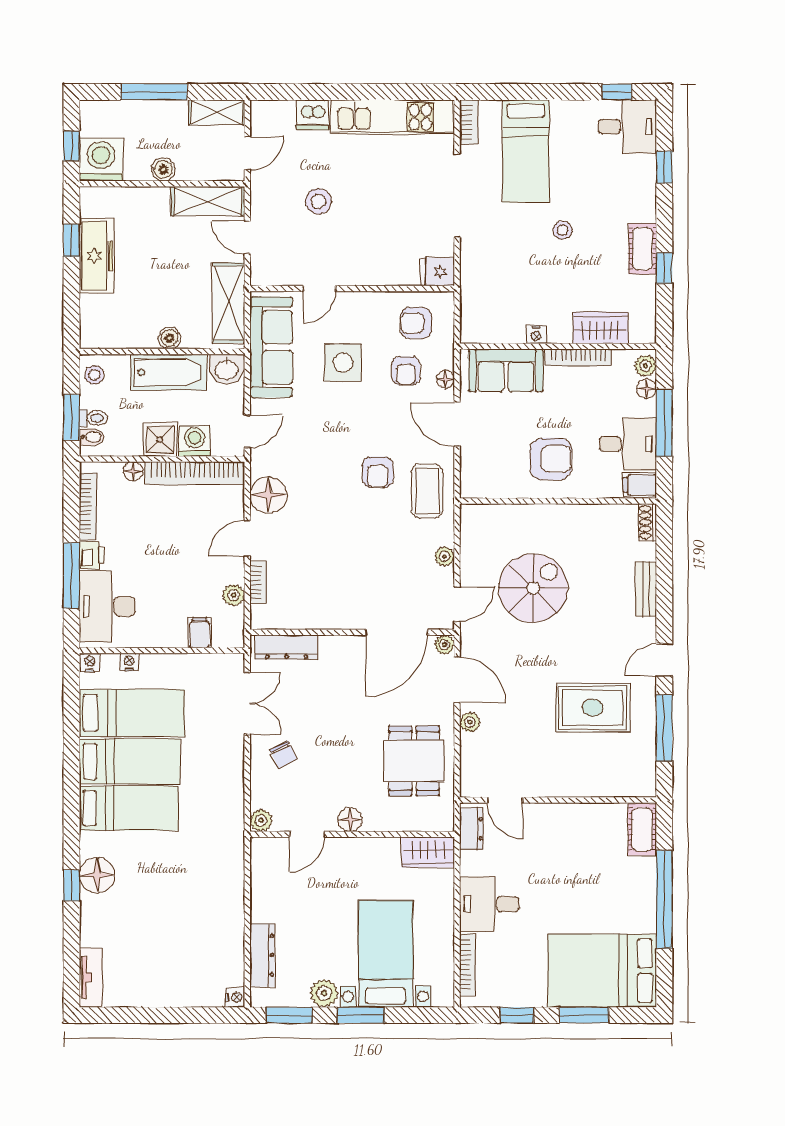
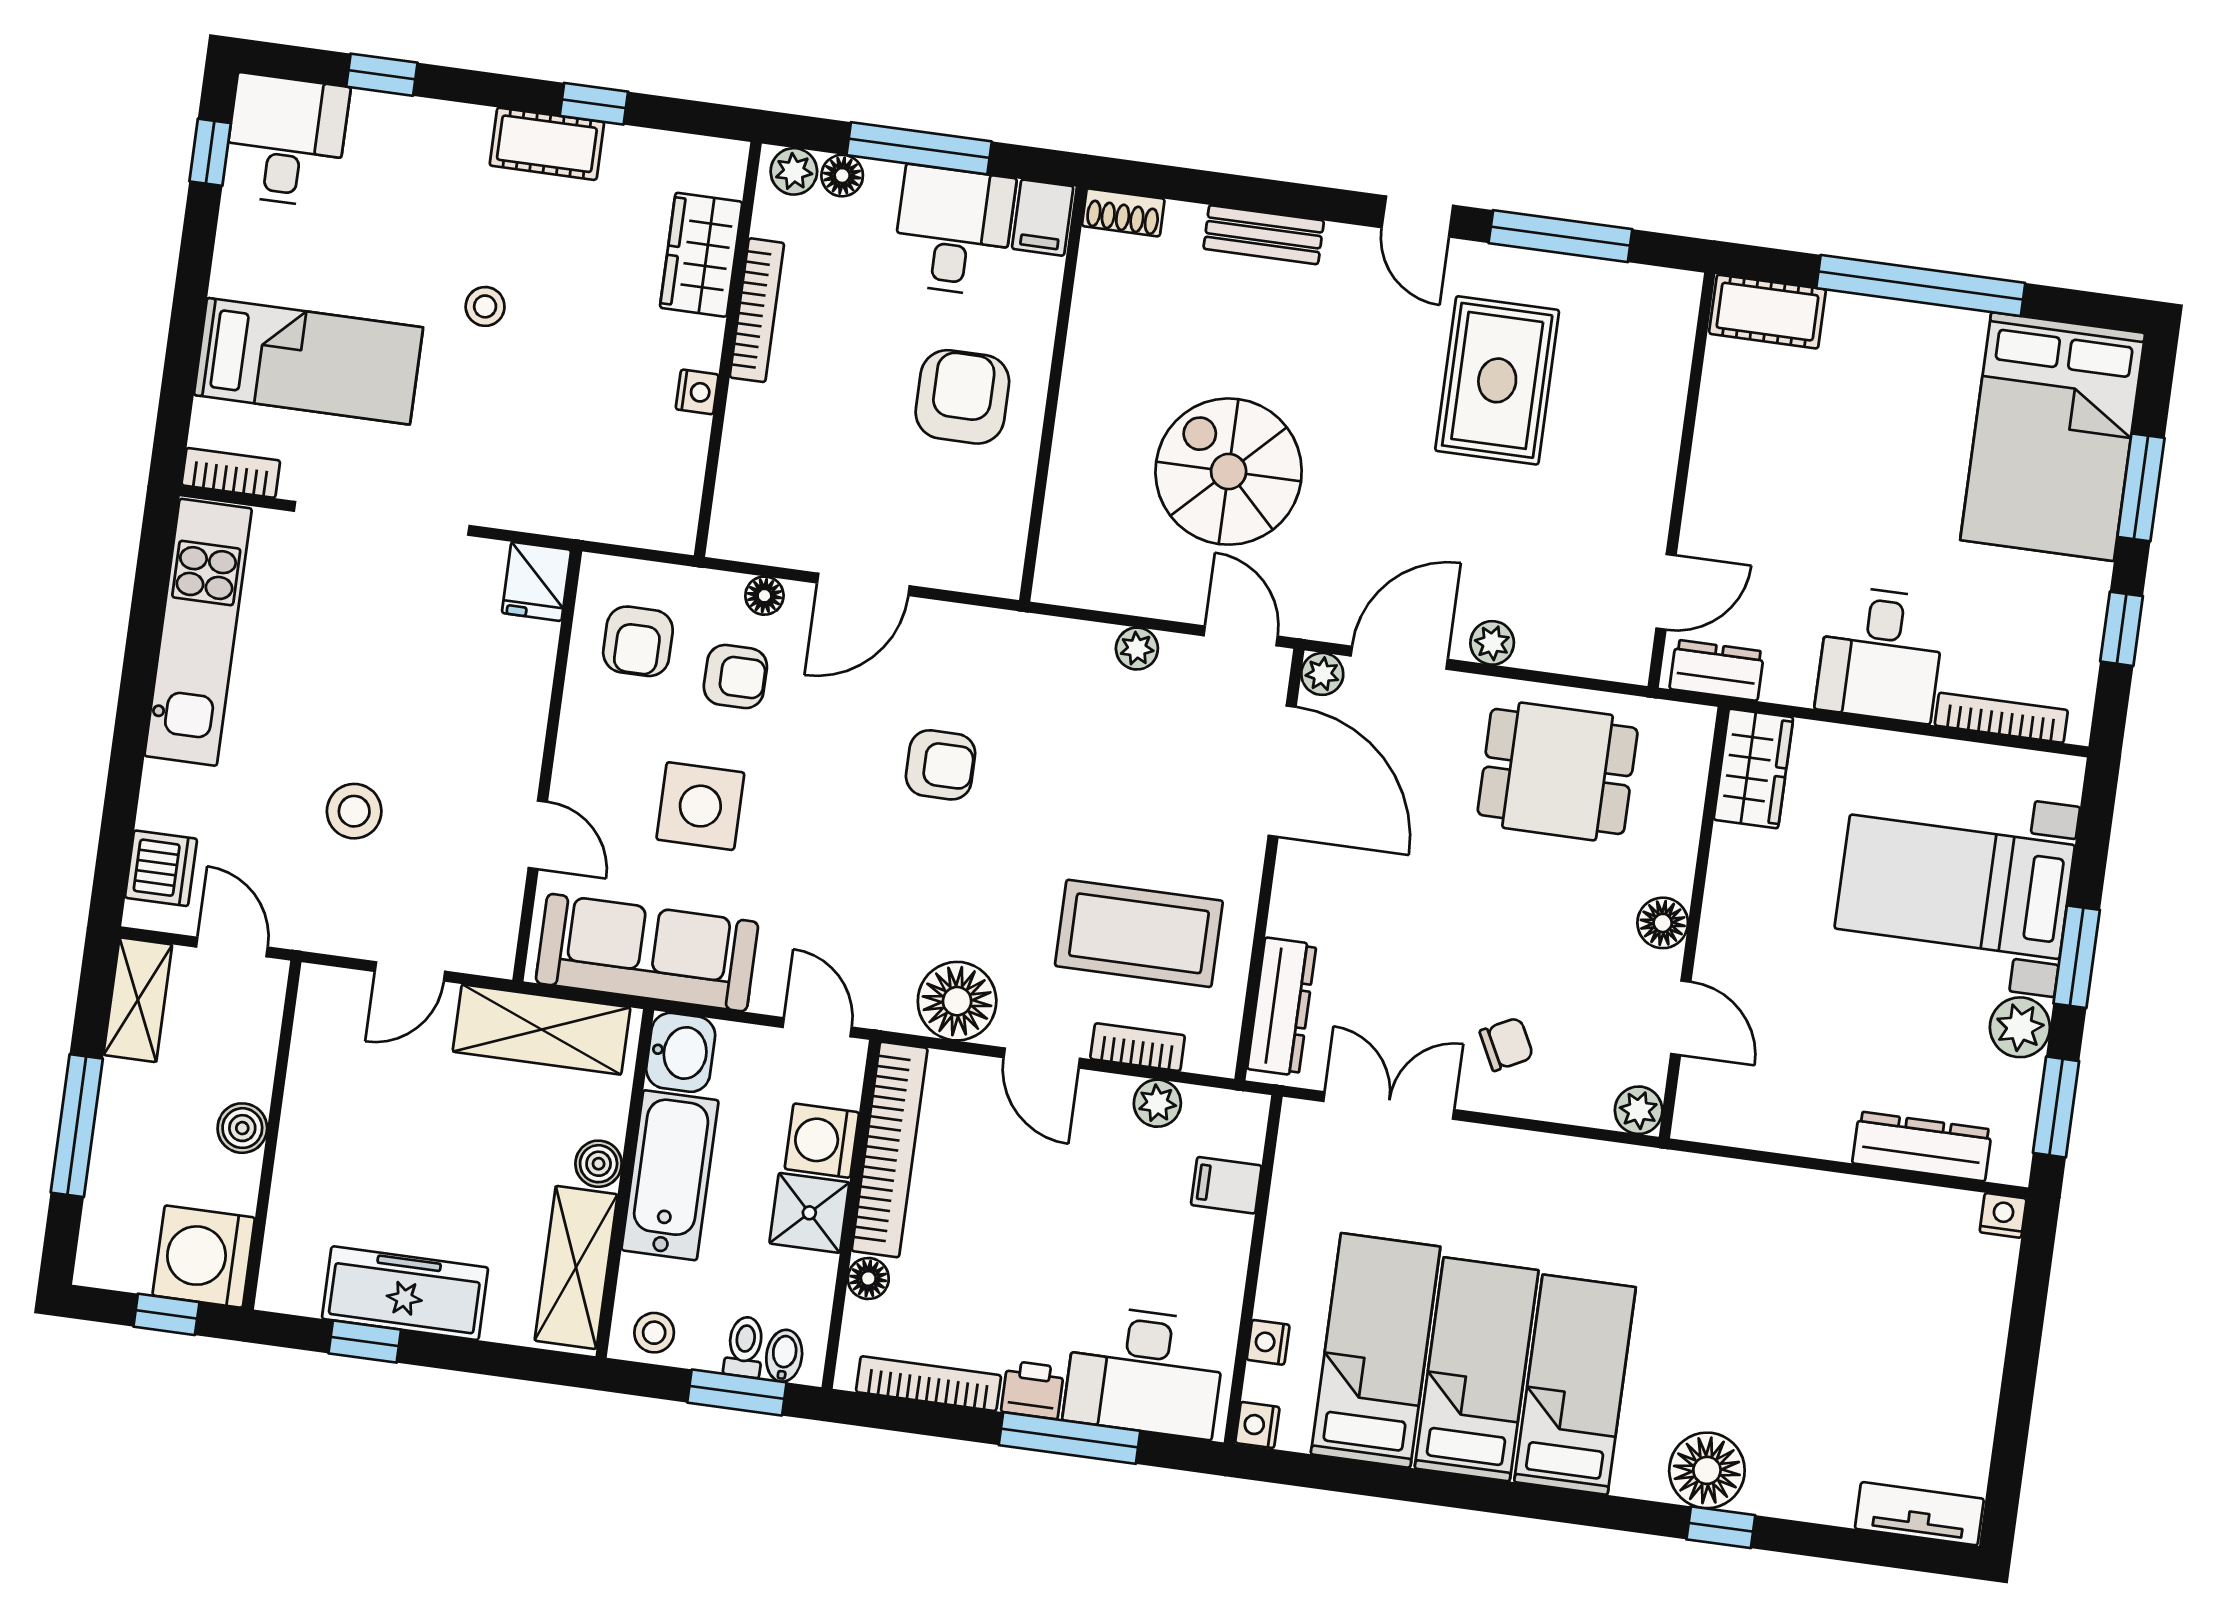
dishwasher: (313, 115) -> (161, 868), moved
shelving: (208, 201) -> (576, 1267), moved
sofa: (506, 370) -> (763, 466), removed
coffee table: (427, 491) -> (1139, 933), moved, width x1.36, depth x1.32

